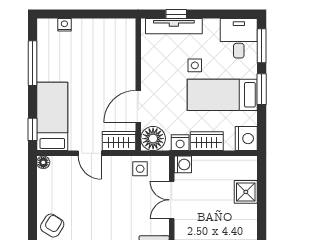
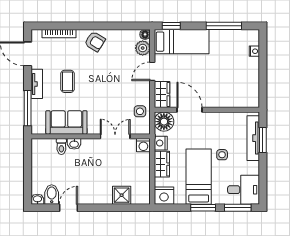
window: (176, 14) -> (263, 140), width x1.50
plant: (60, 165) -> (143, 48), added

